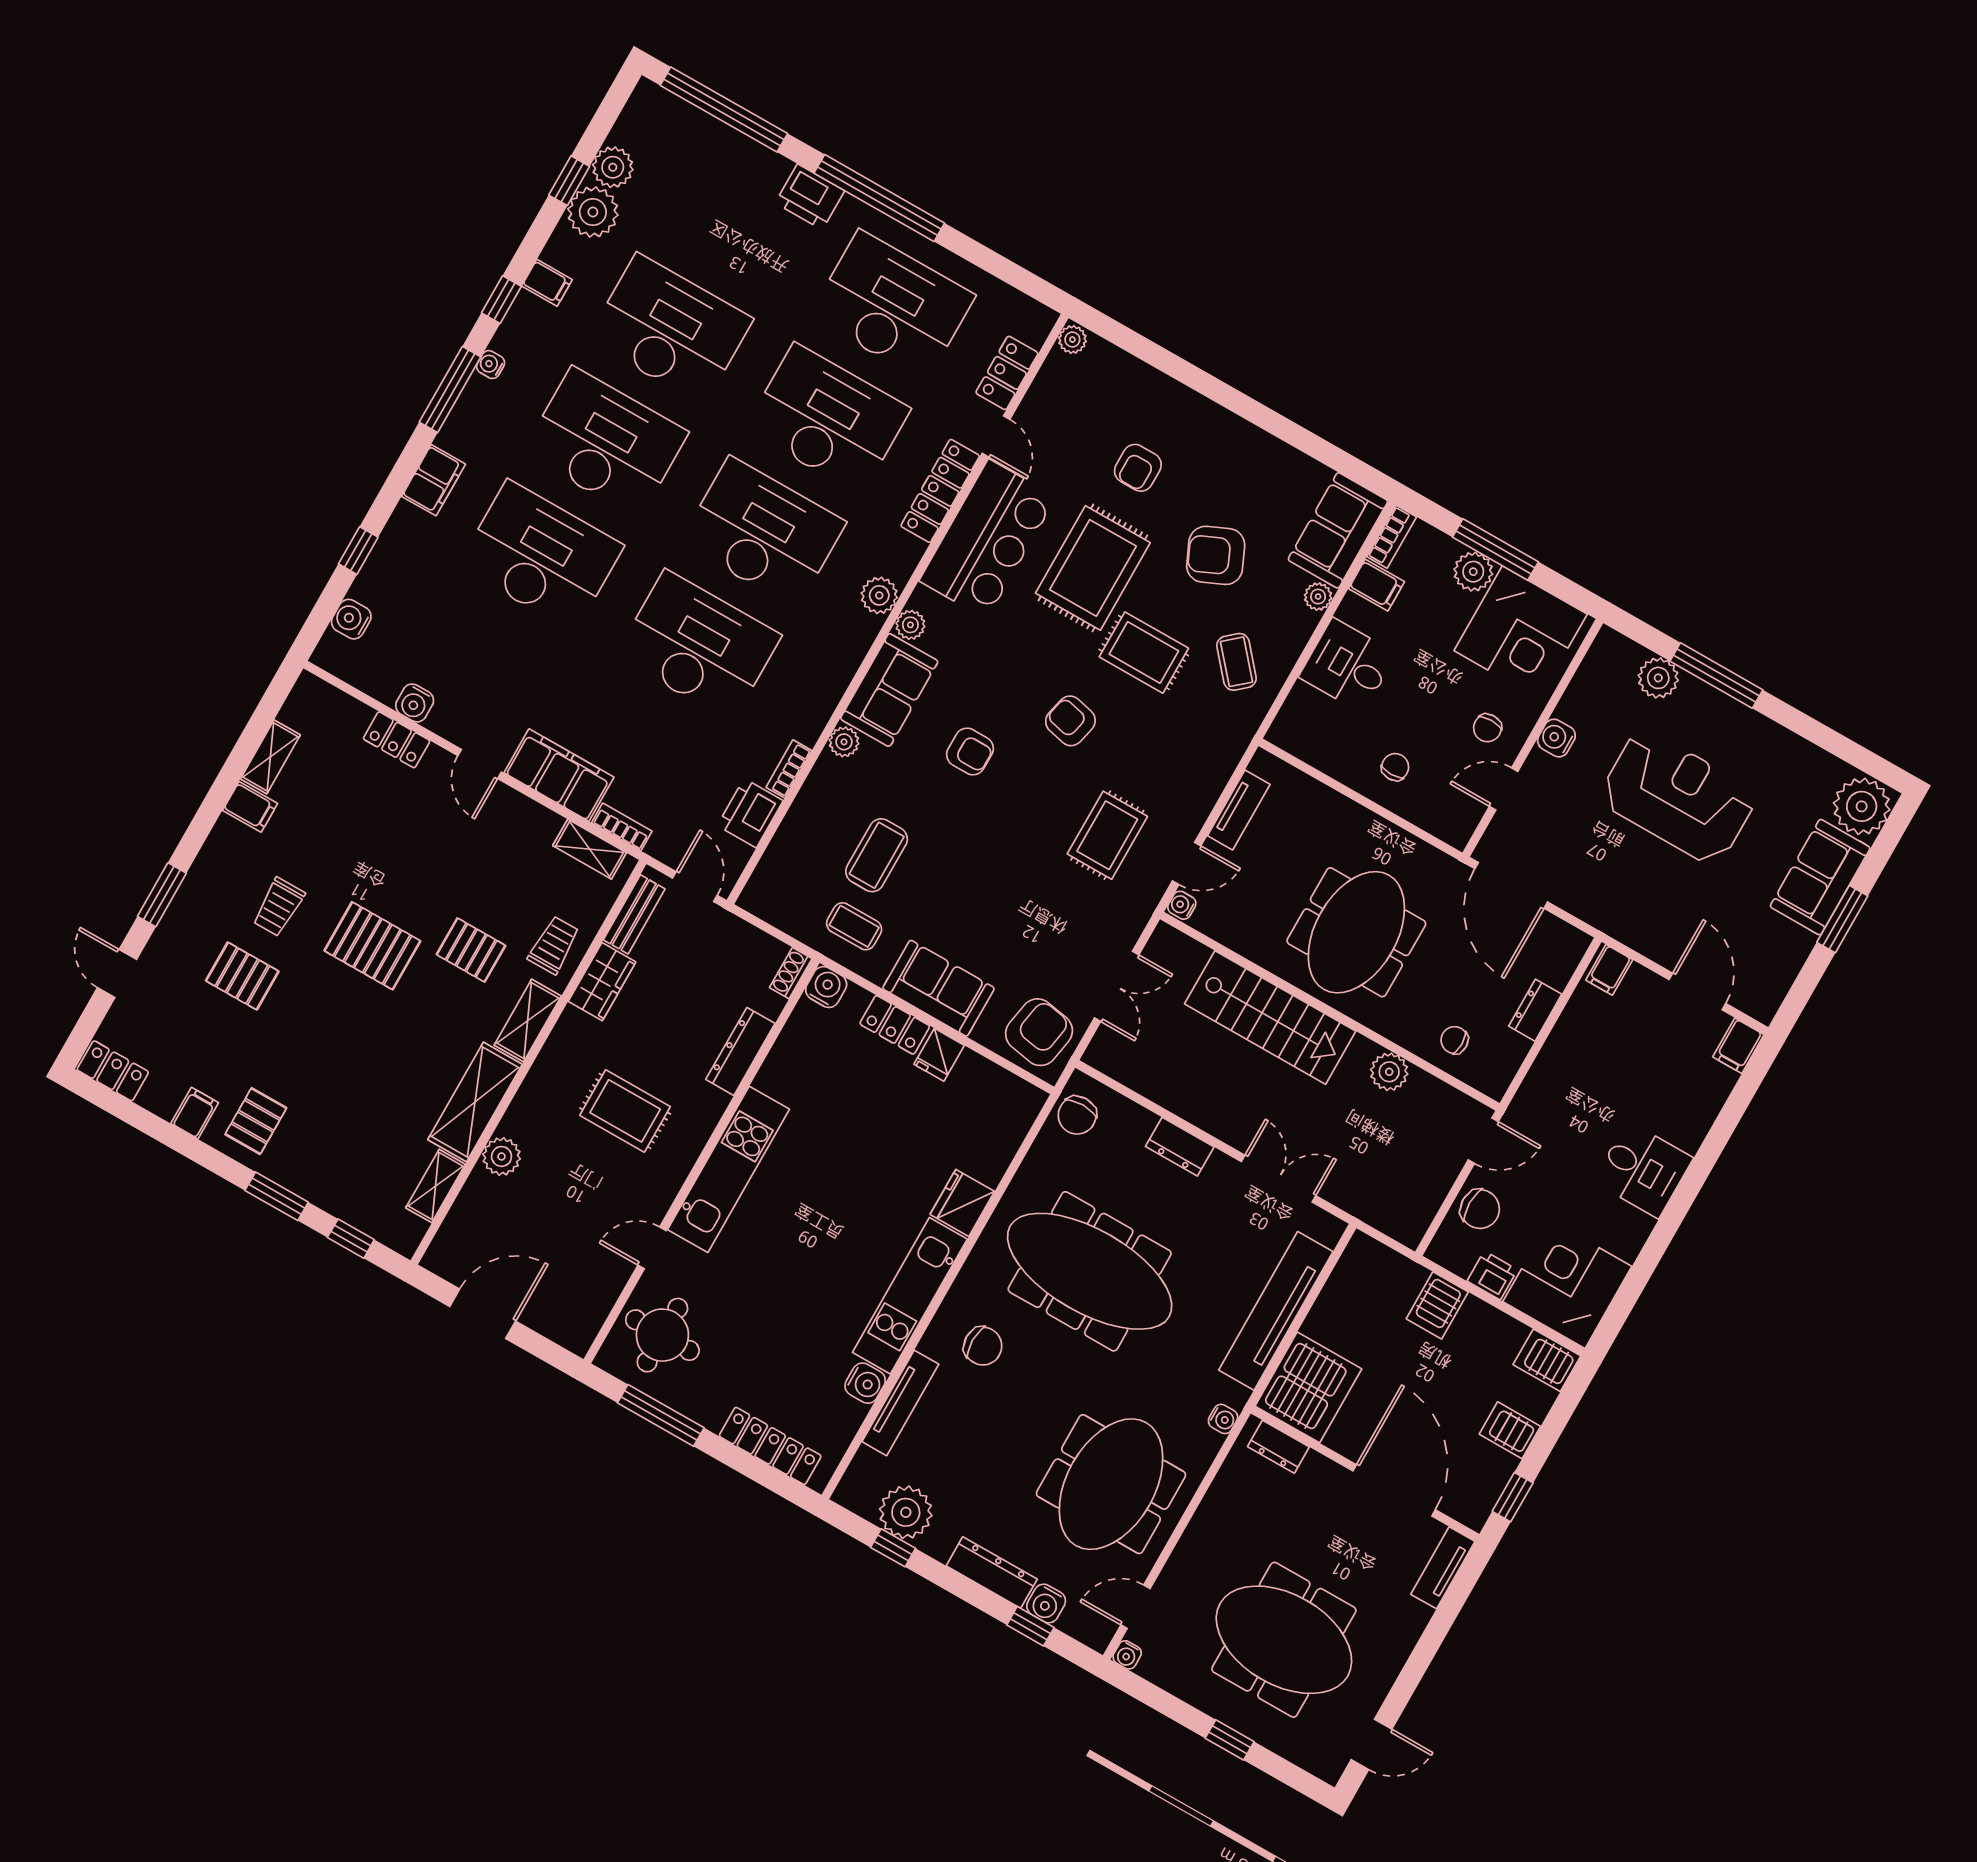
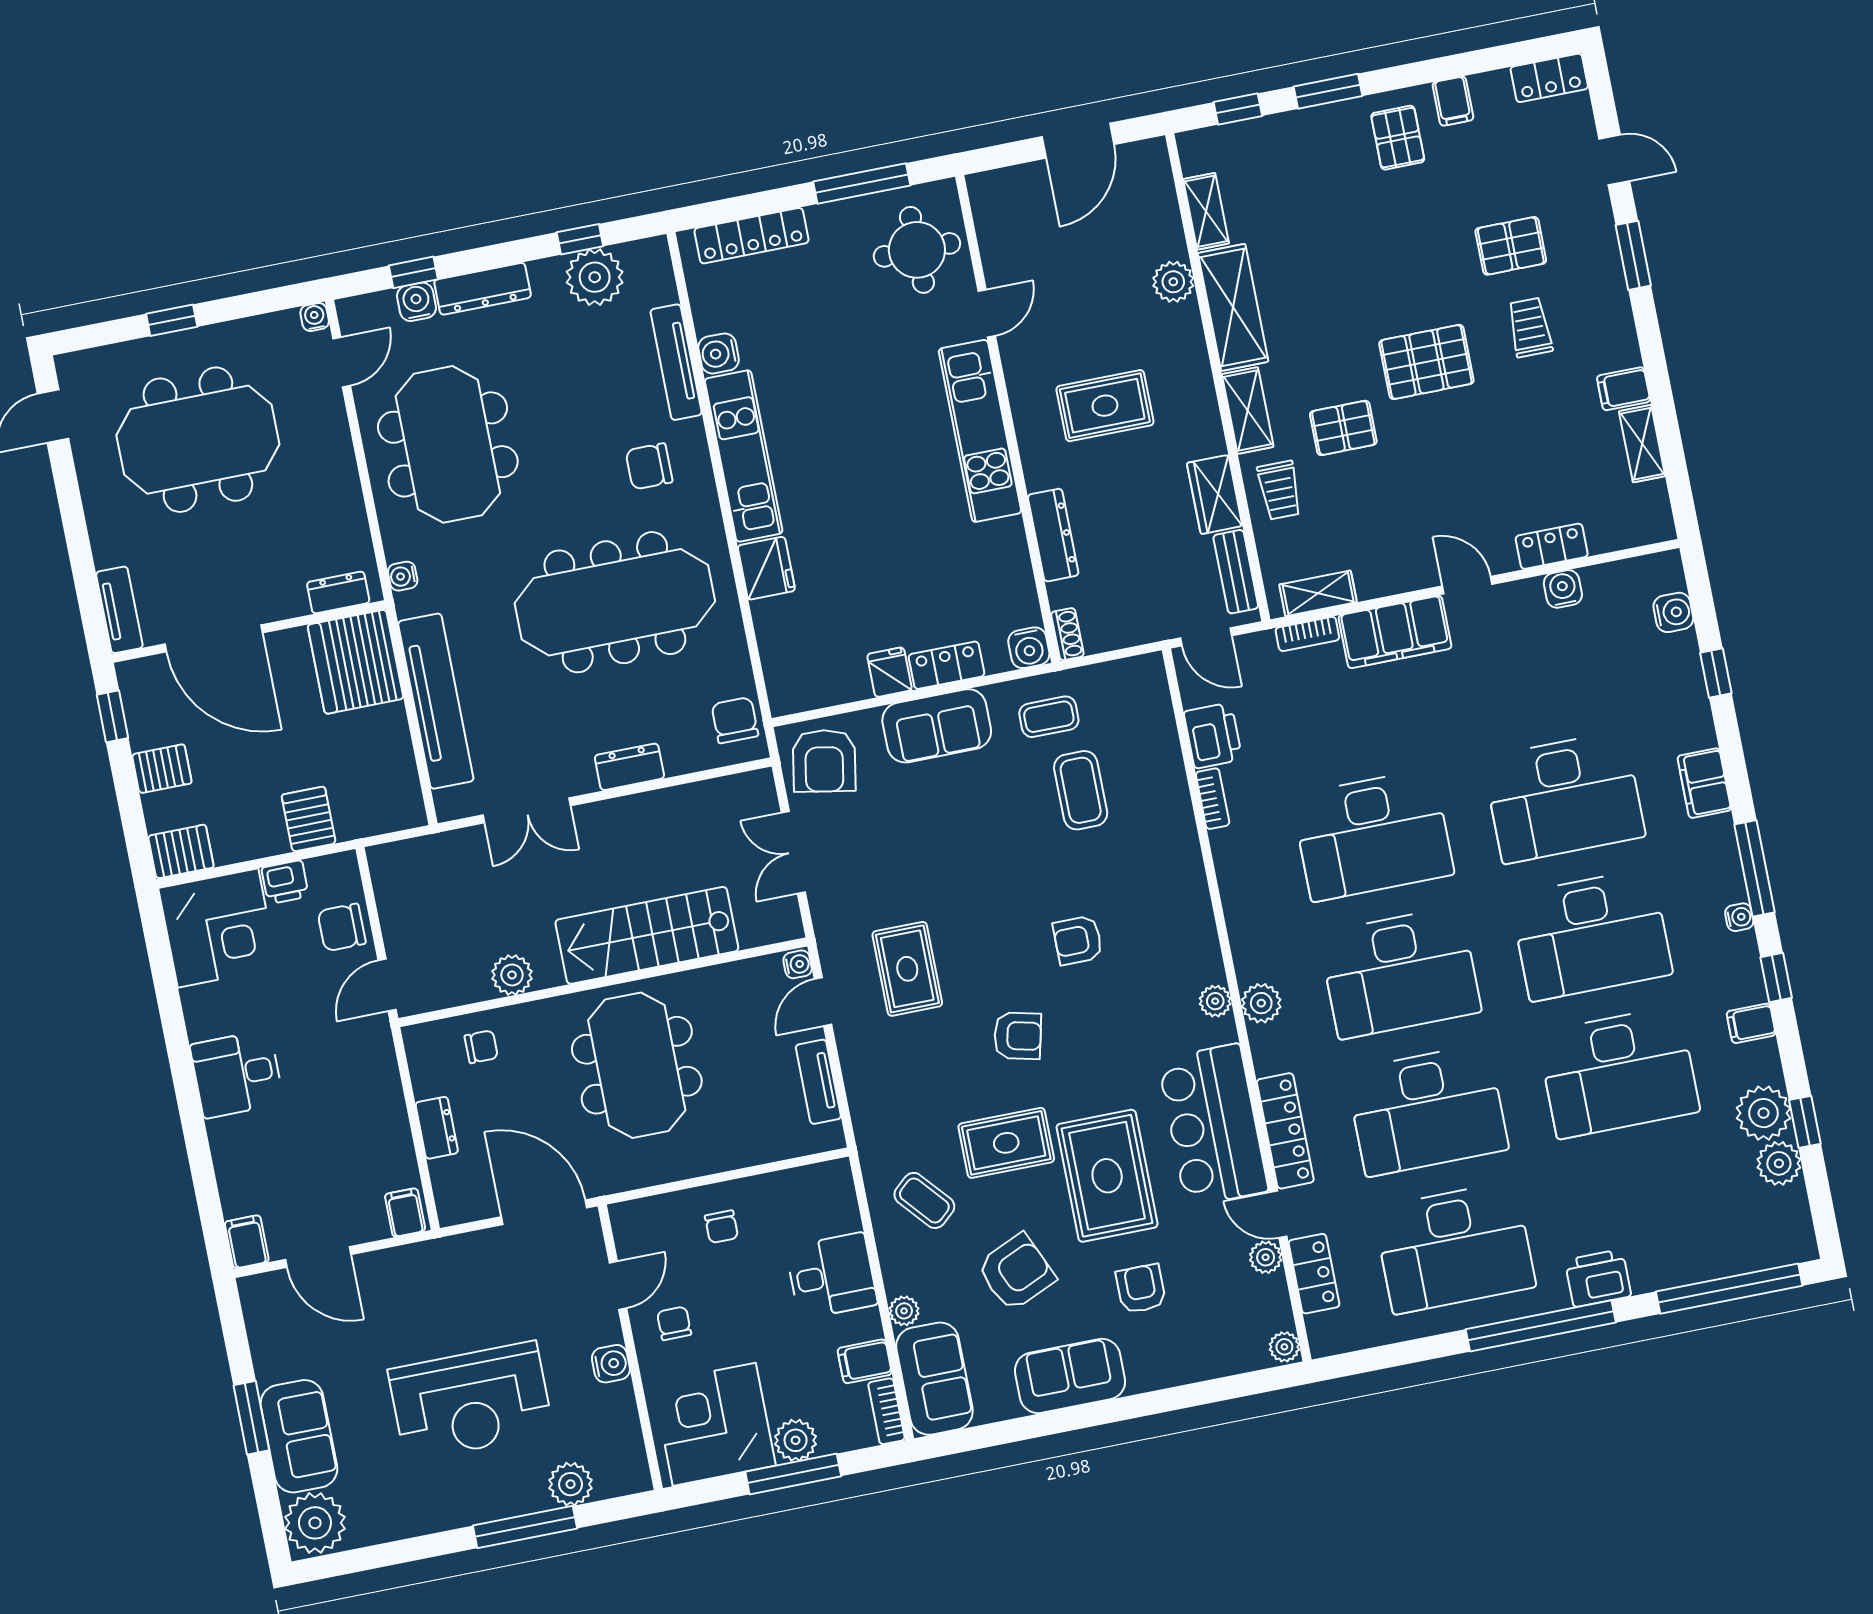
sofa: (889, 690) -> (1070, 1376), moved, turned 90
plant: (844, 742) -> (1266, 1257), moved

